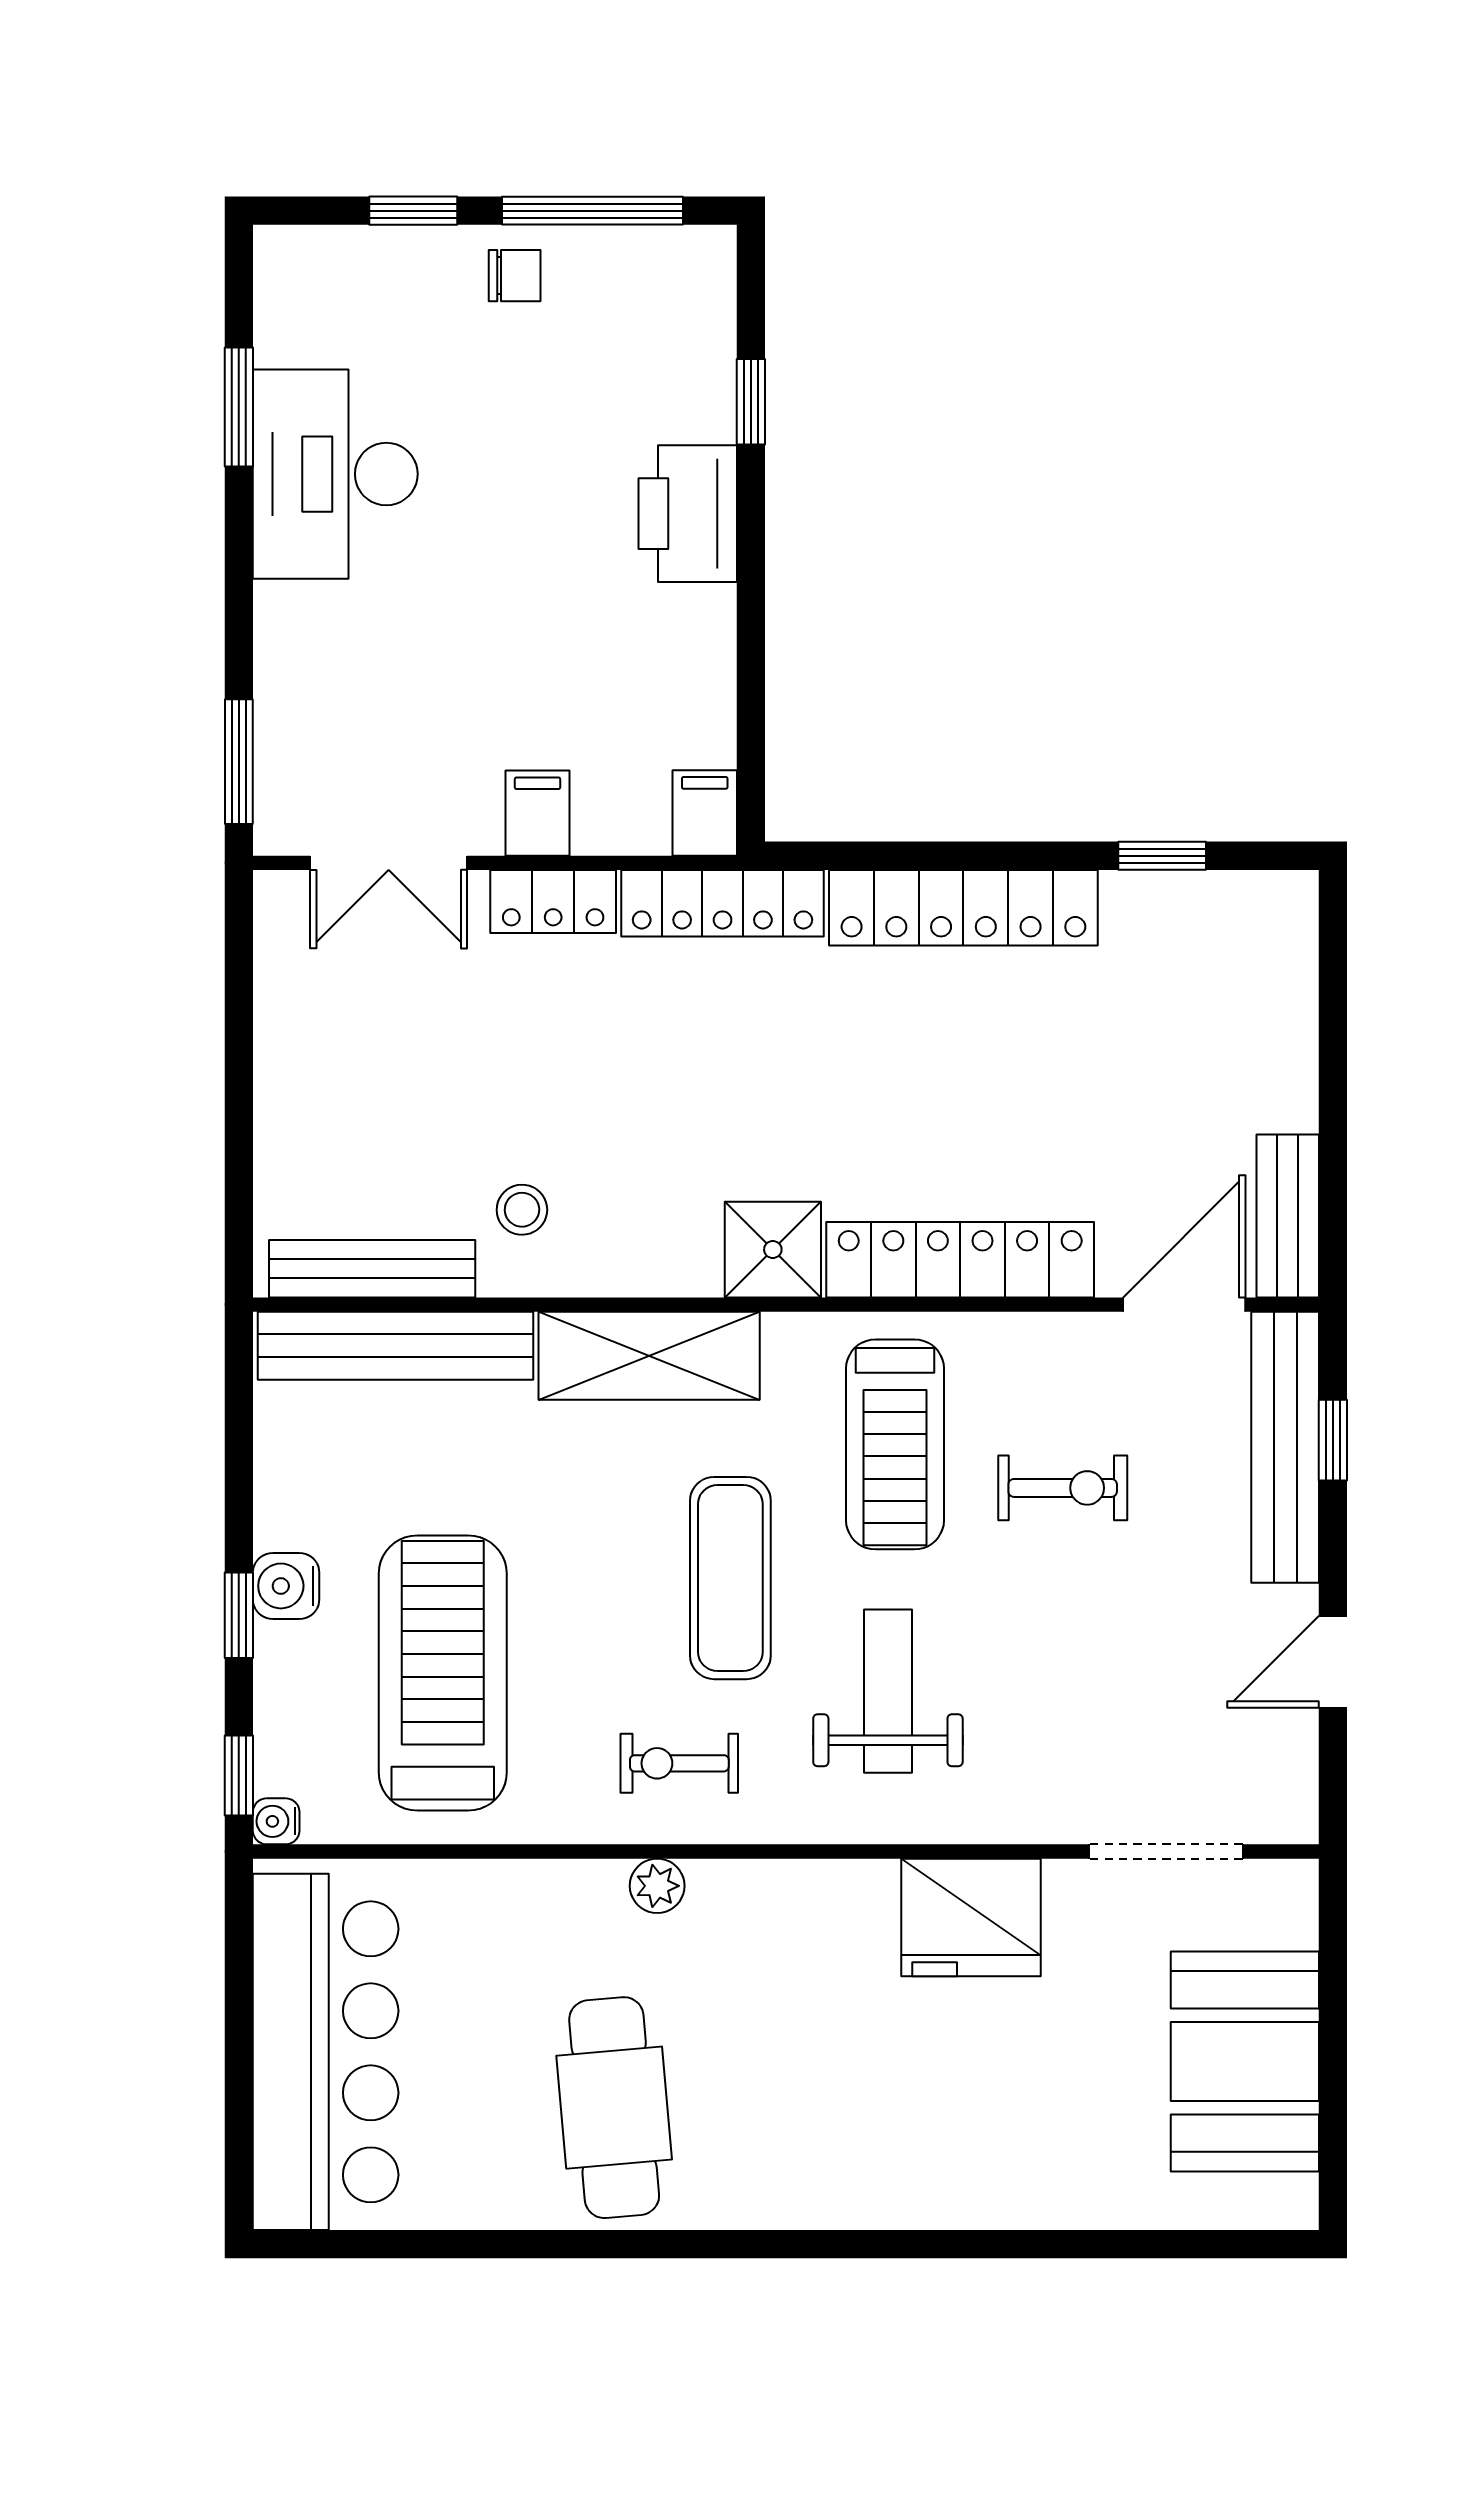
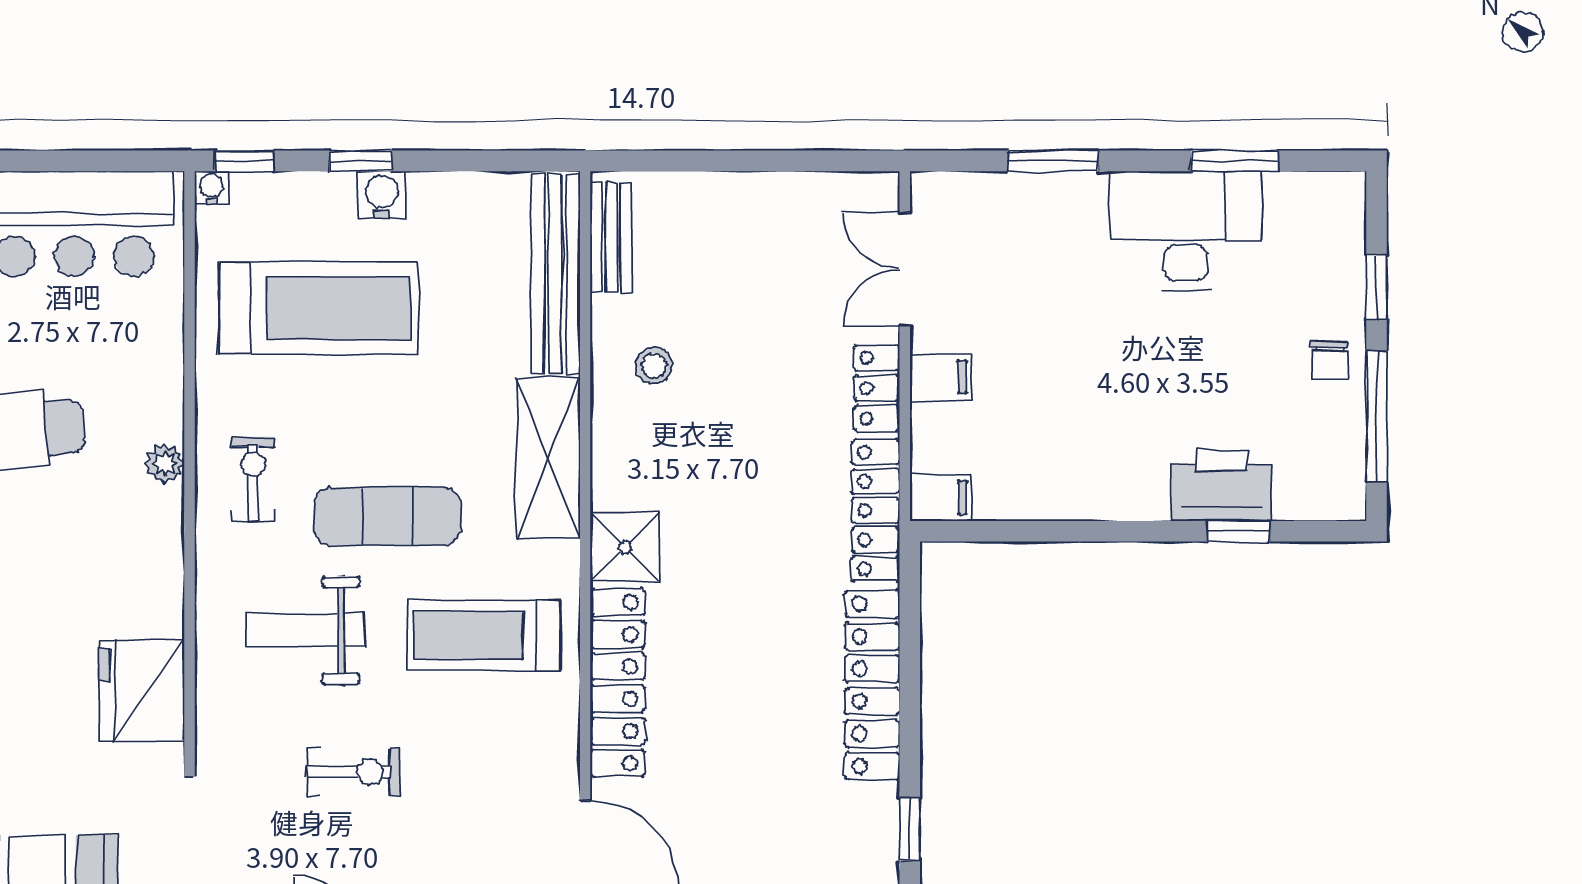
printer: (688, 514) -> (1221, 486), moved
window: (239, 762) -> (1053, 161), moved
bench: (372, 1269) -> (611, 237), width x0.73
exercise bike: (1063, 1488) -> (353, 772), moved, turned -90
weight bench: (888, 1691) -> (305, 630), turned 180

